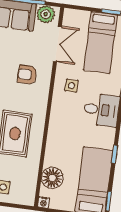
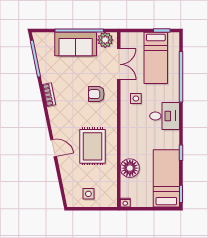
floor lamp: (52, 178) -> (130, 168), moved

